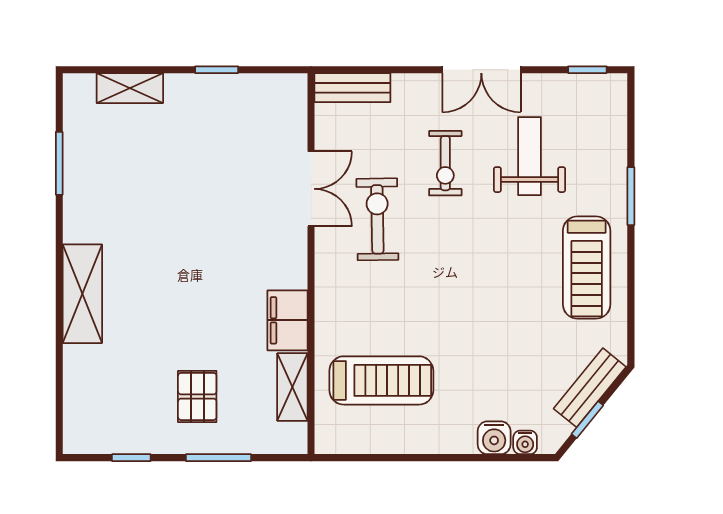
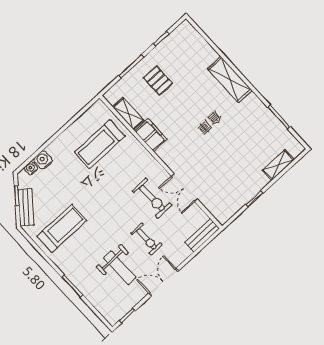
exercise bike: (445, 163) -> (146, 239), turned 180
treadmill: (587, 267) -> (62, 228), moved, turned 90

